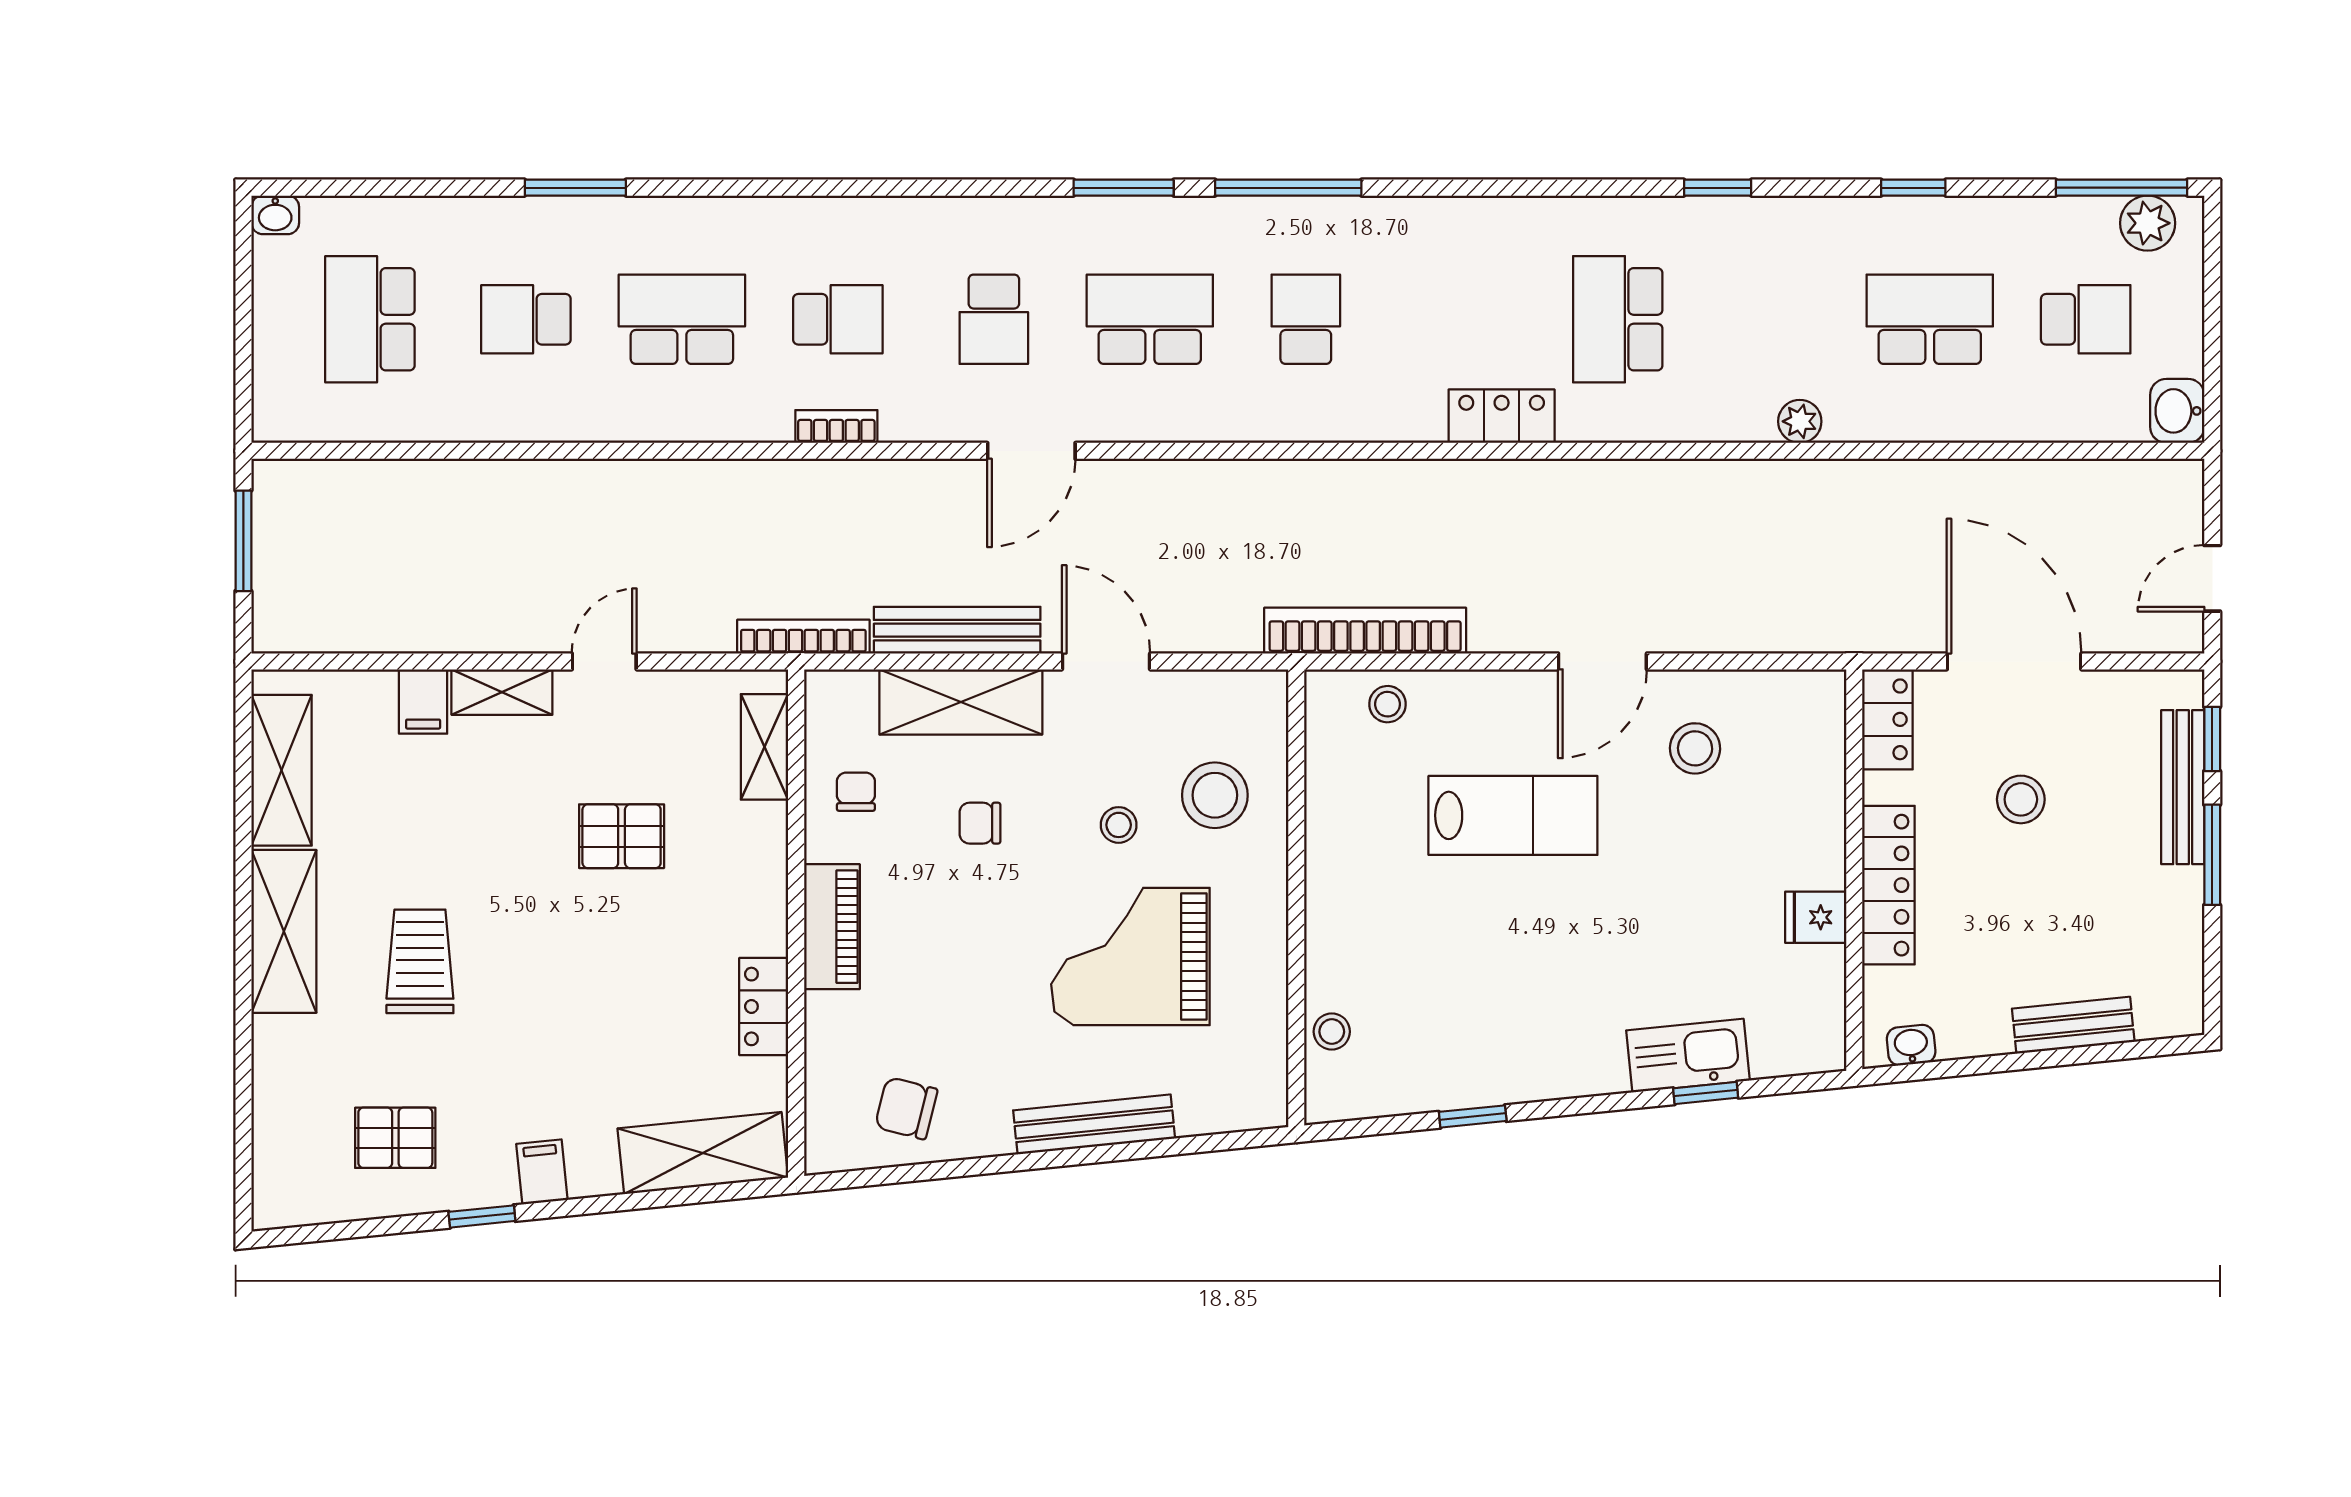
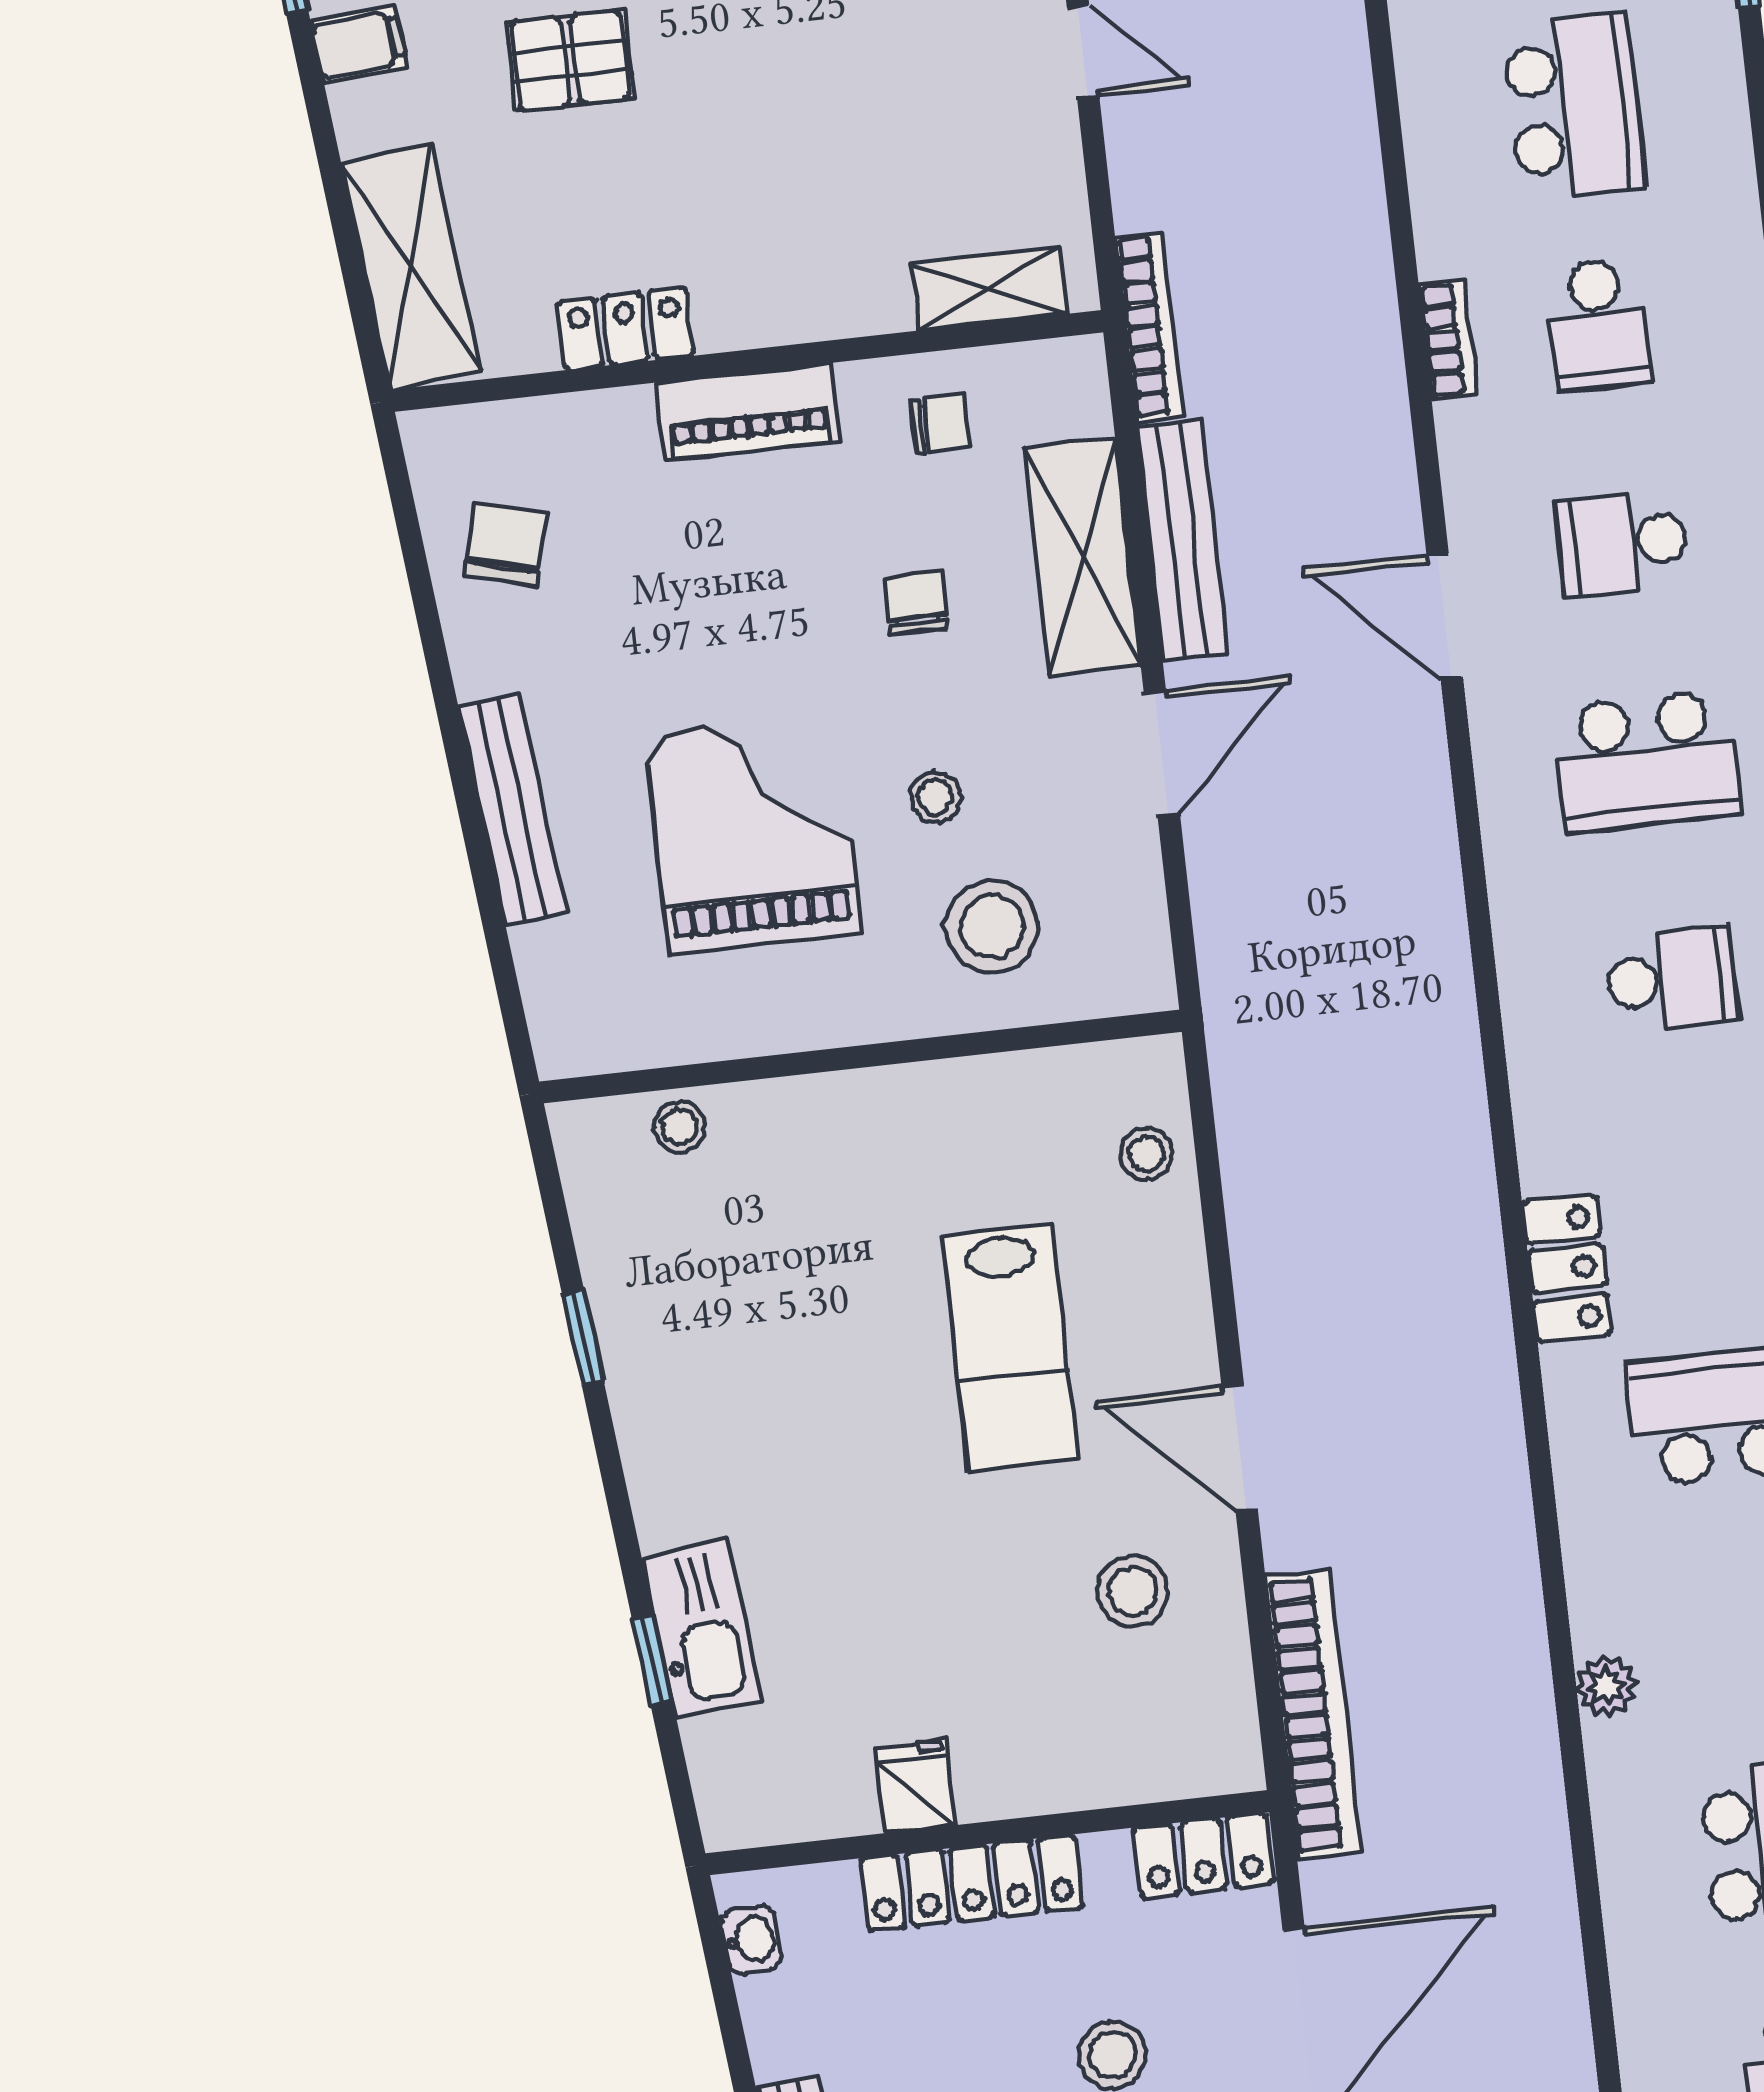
school desk: (1150, 319) -> (1647, 761), turned 90
bookcase: (1365, 631) -> (1313, 1714), moved
pallet: (622, 836) -> (570, 60), moved, turned 90

